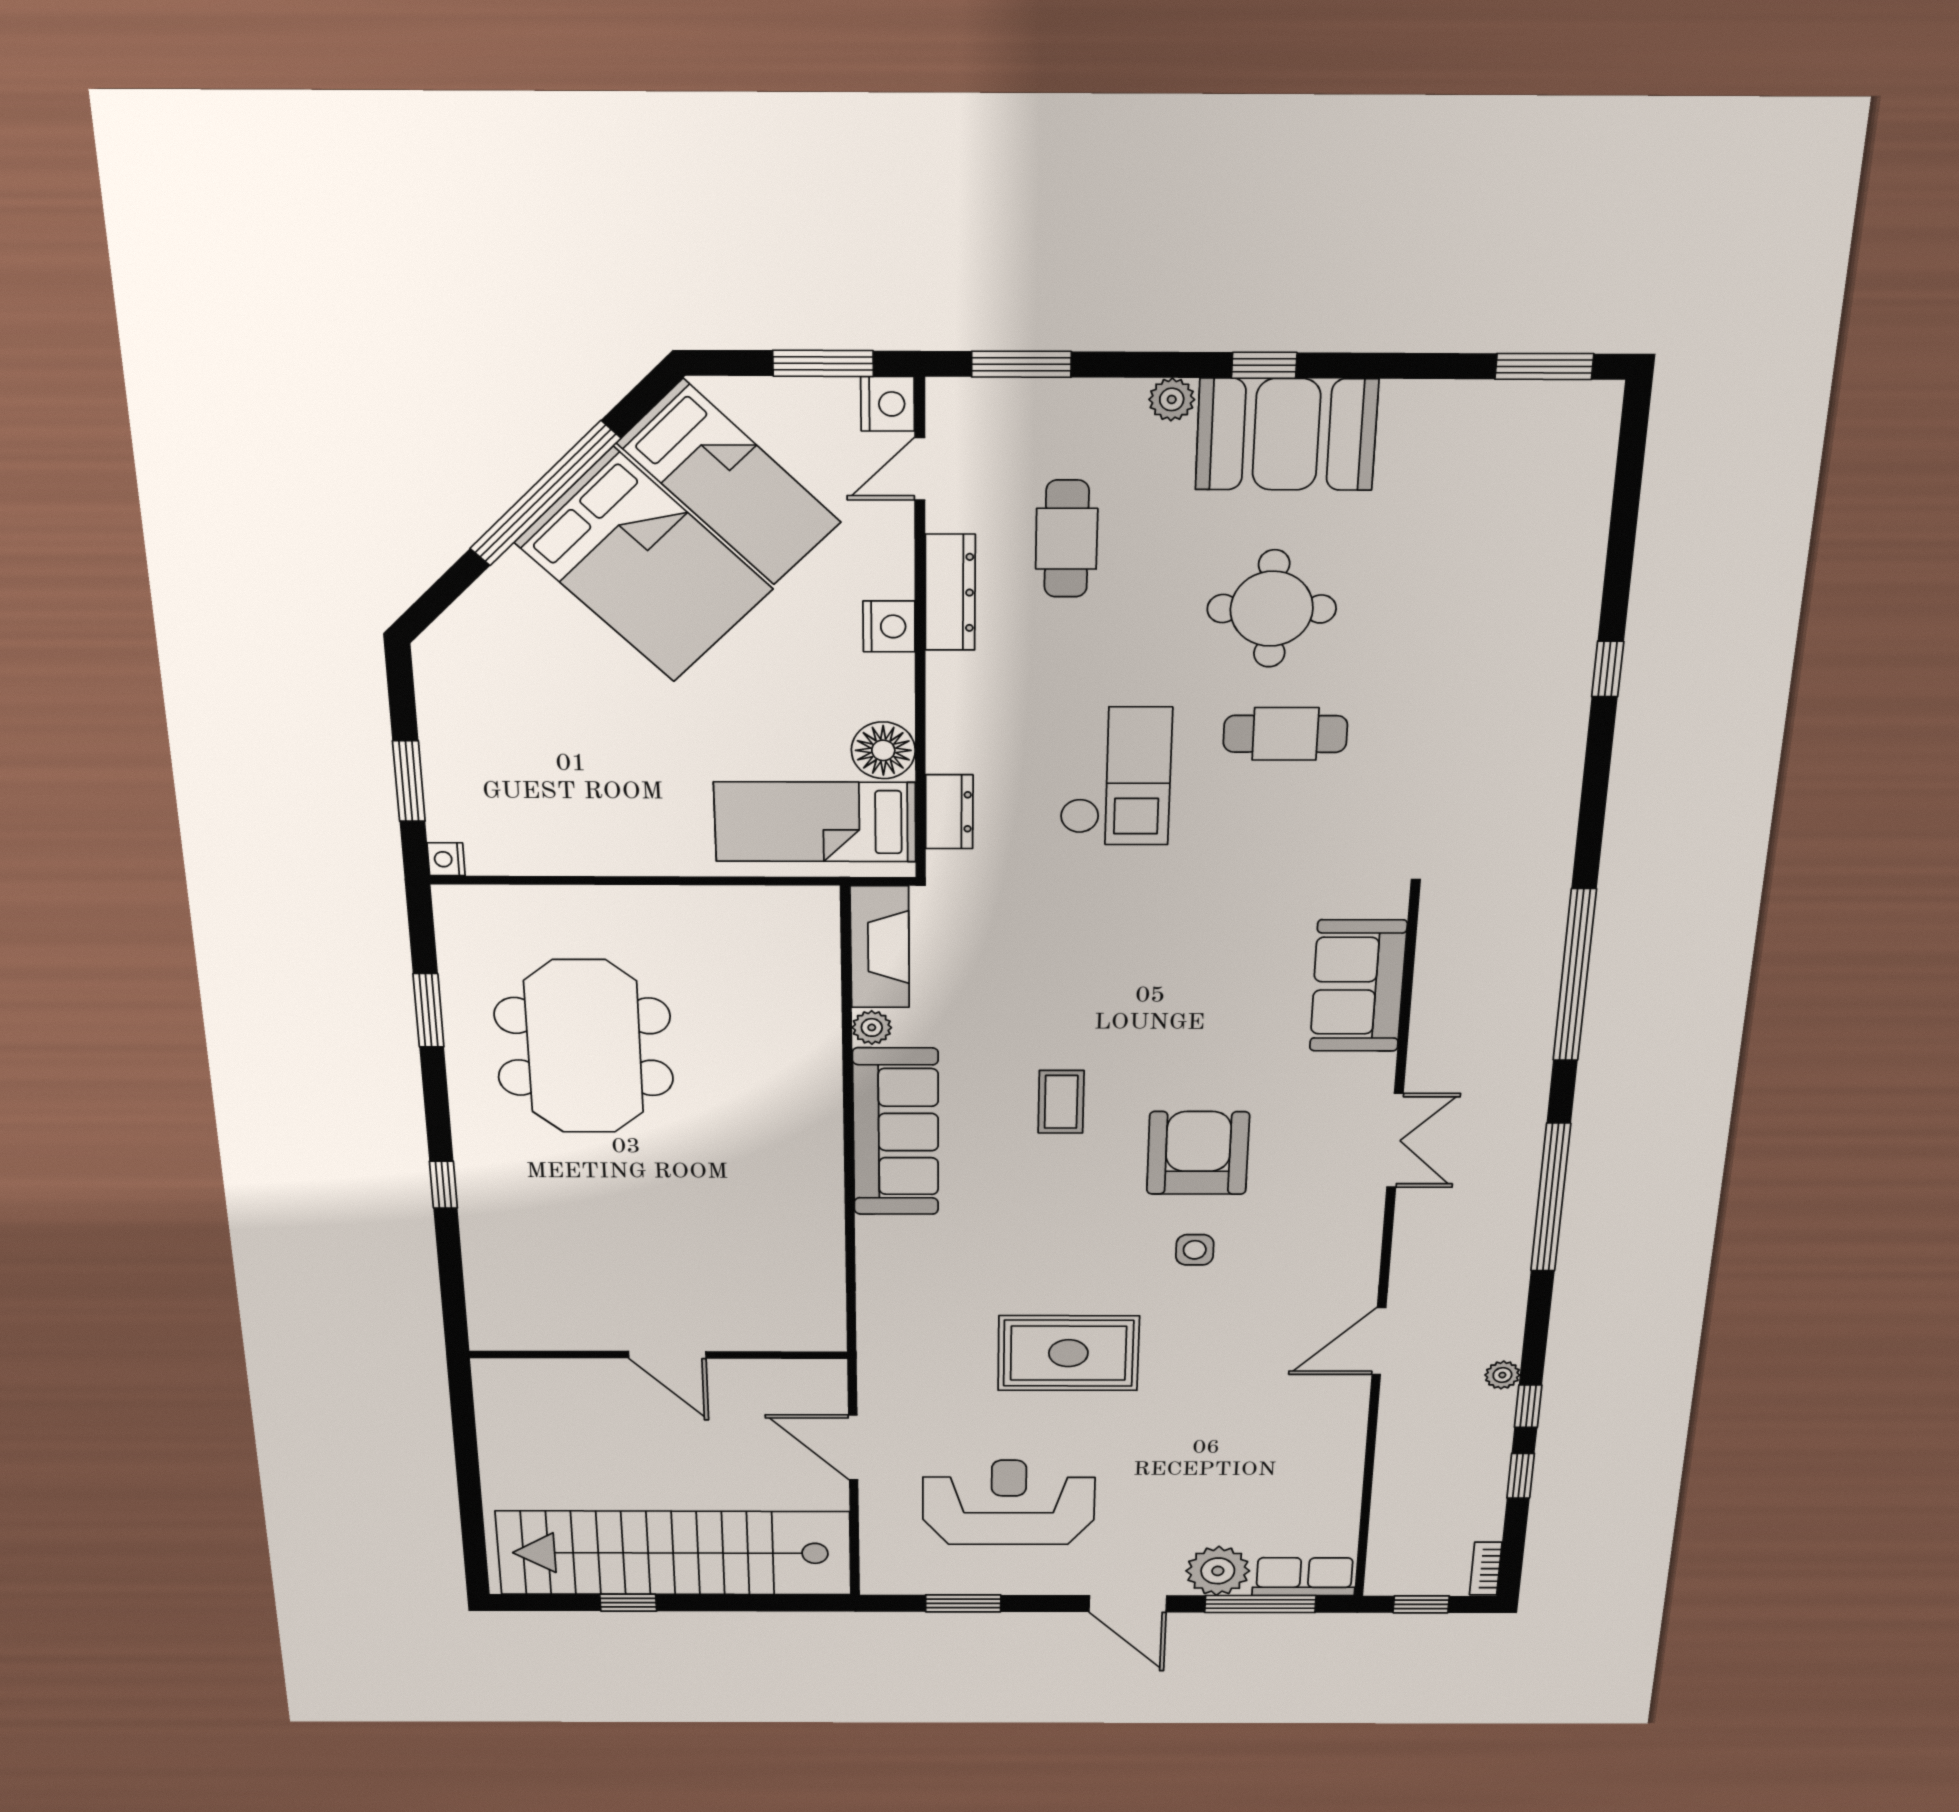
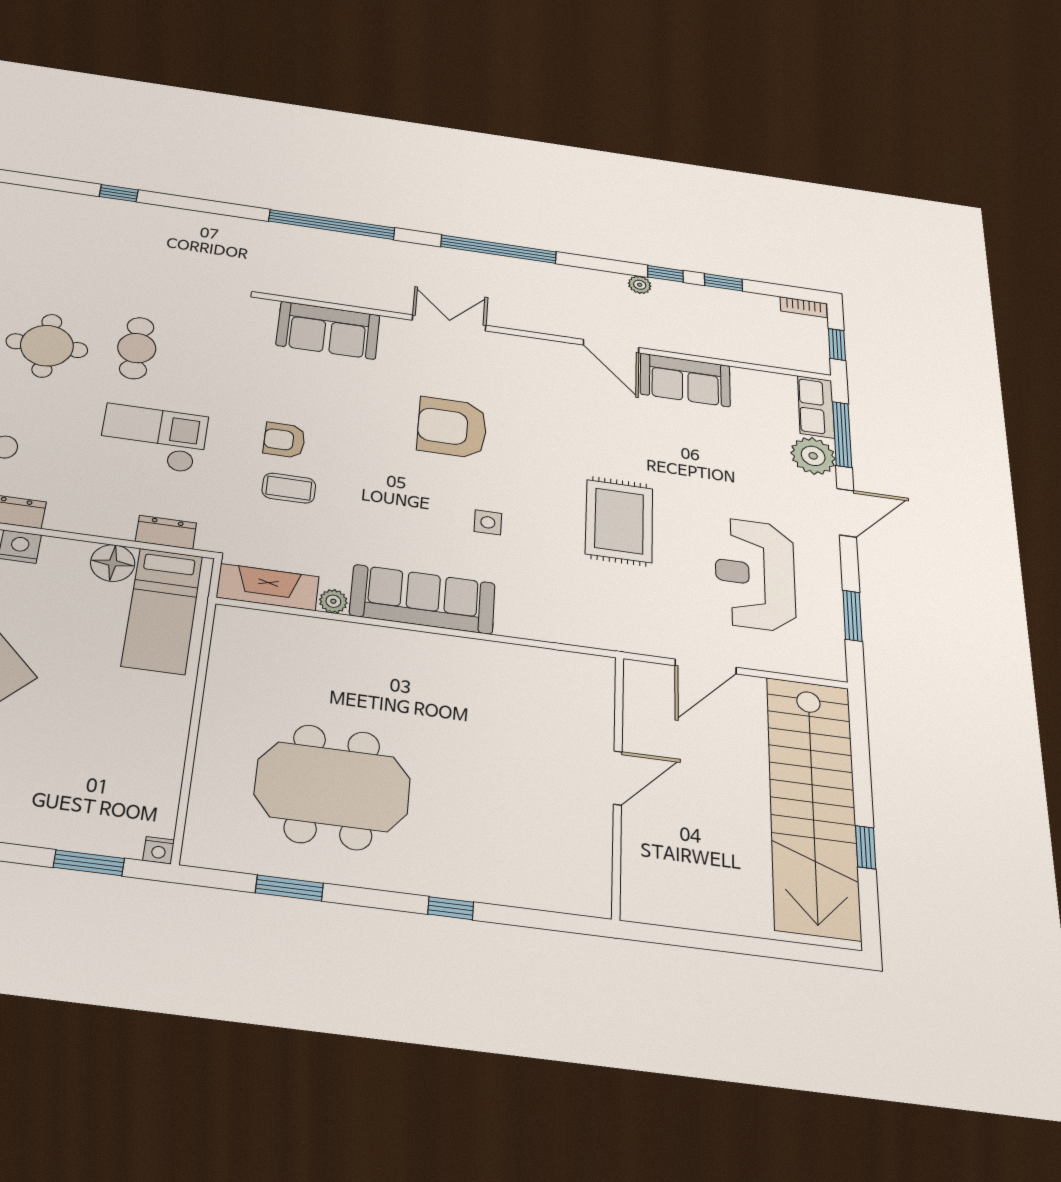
armchair: (1140, 946) -> (284, 440), added
coffee table: (1061, 1102) -> (289, 488), moved
side table: (1195, 1250) -> (488, 522), moved
sofa: (1329, 1429) -> (685, 380), added

